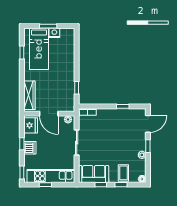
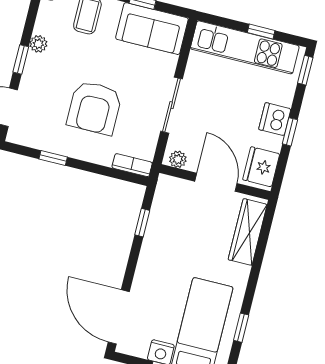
door: (77, 44) -> (119, 317), added
armchair: (110, 133) -> (94, 108), added

